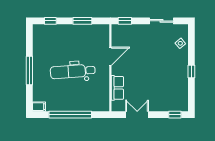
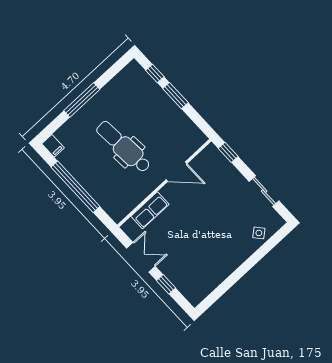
window: (82, 21) -> (175, 96), moved
window: (191, 71) -> (240, 272), removed
window: (175, 115) -> (166, 284), moved

